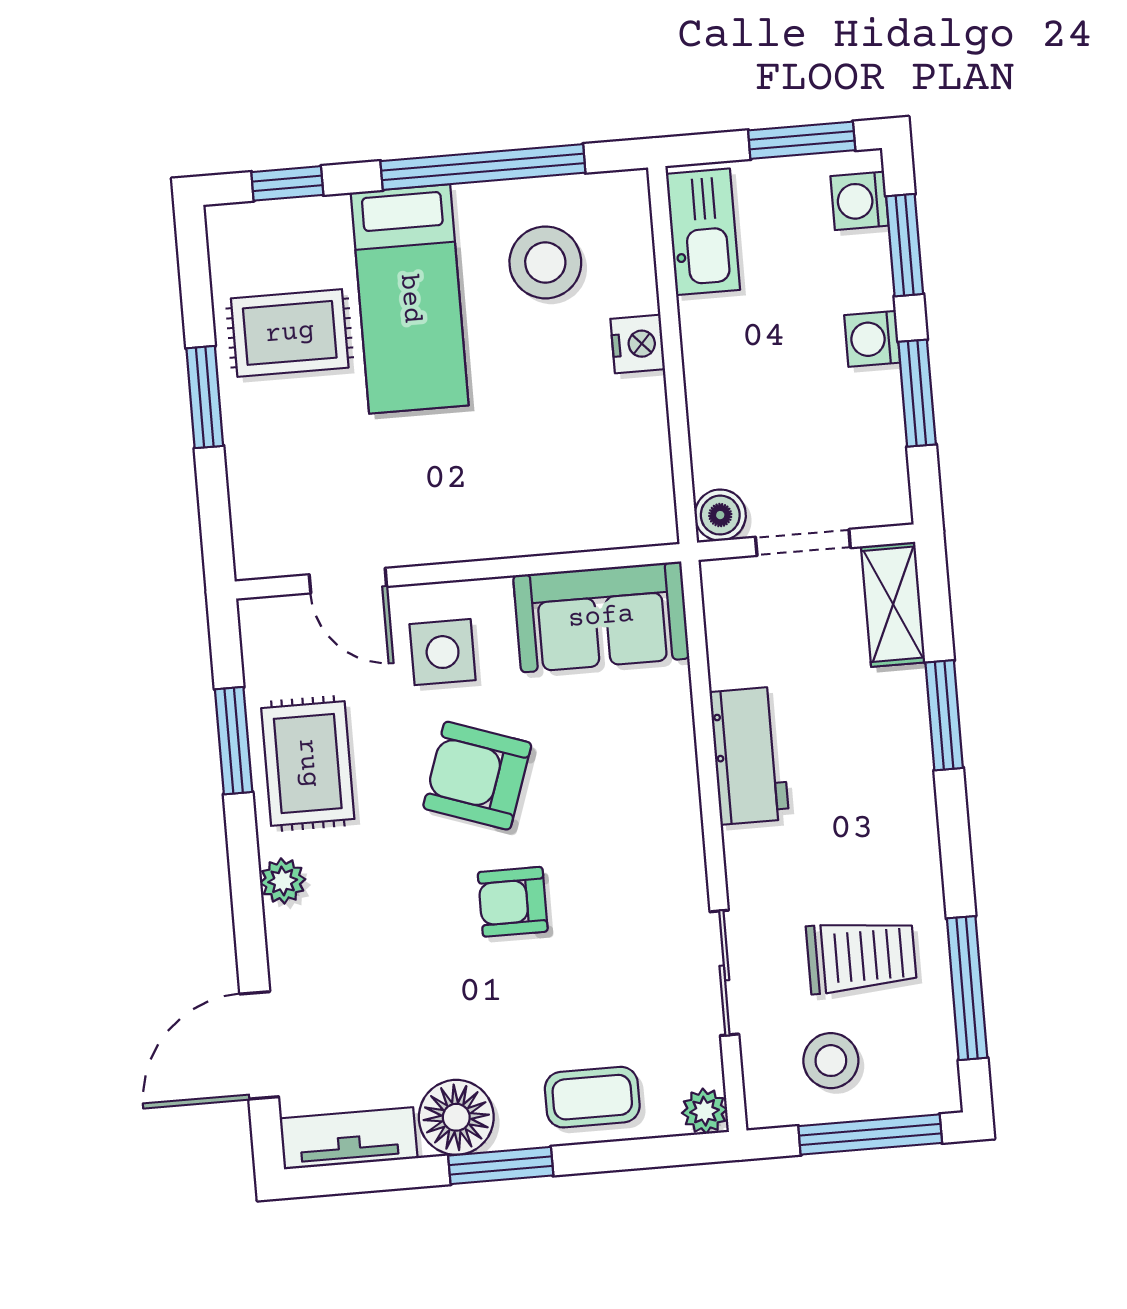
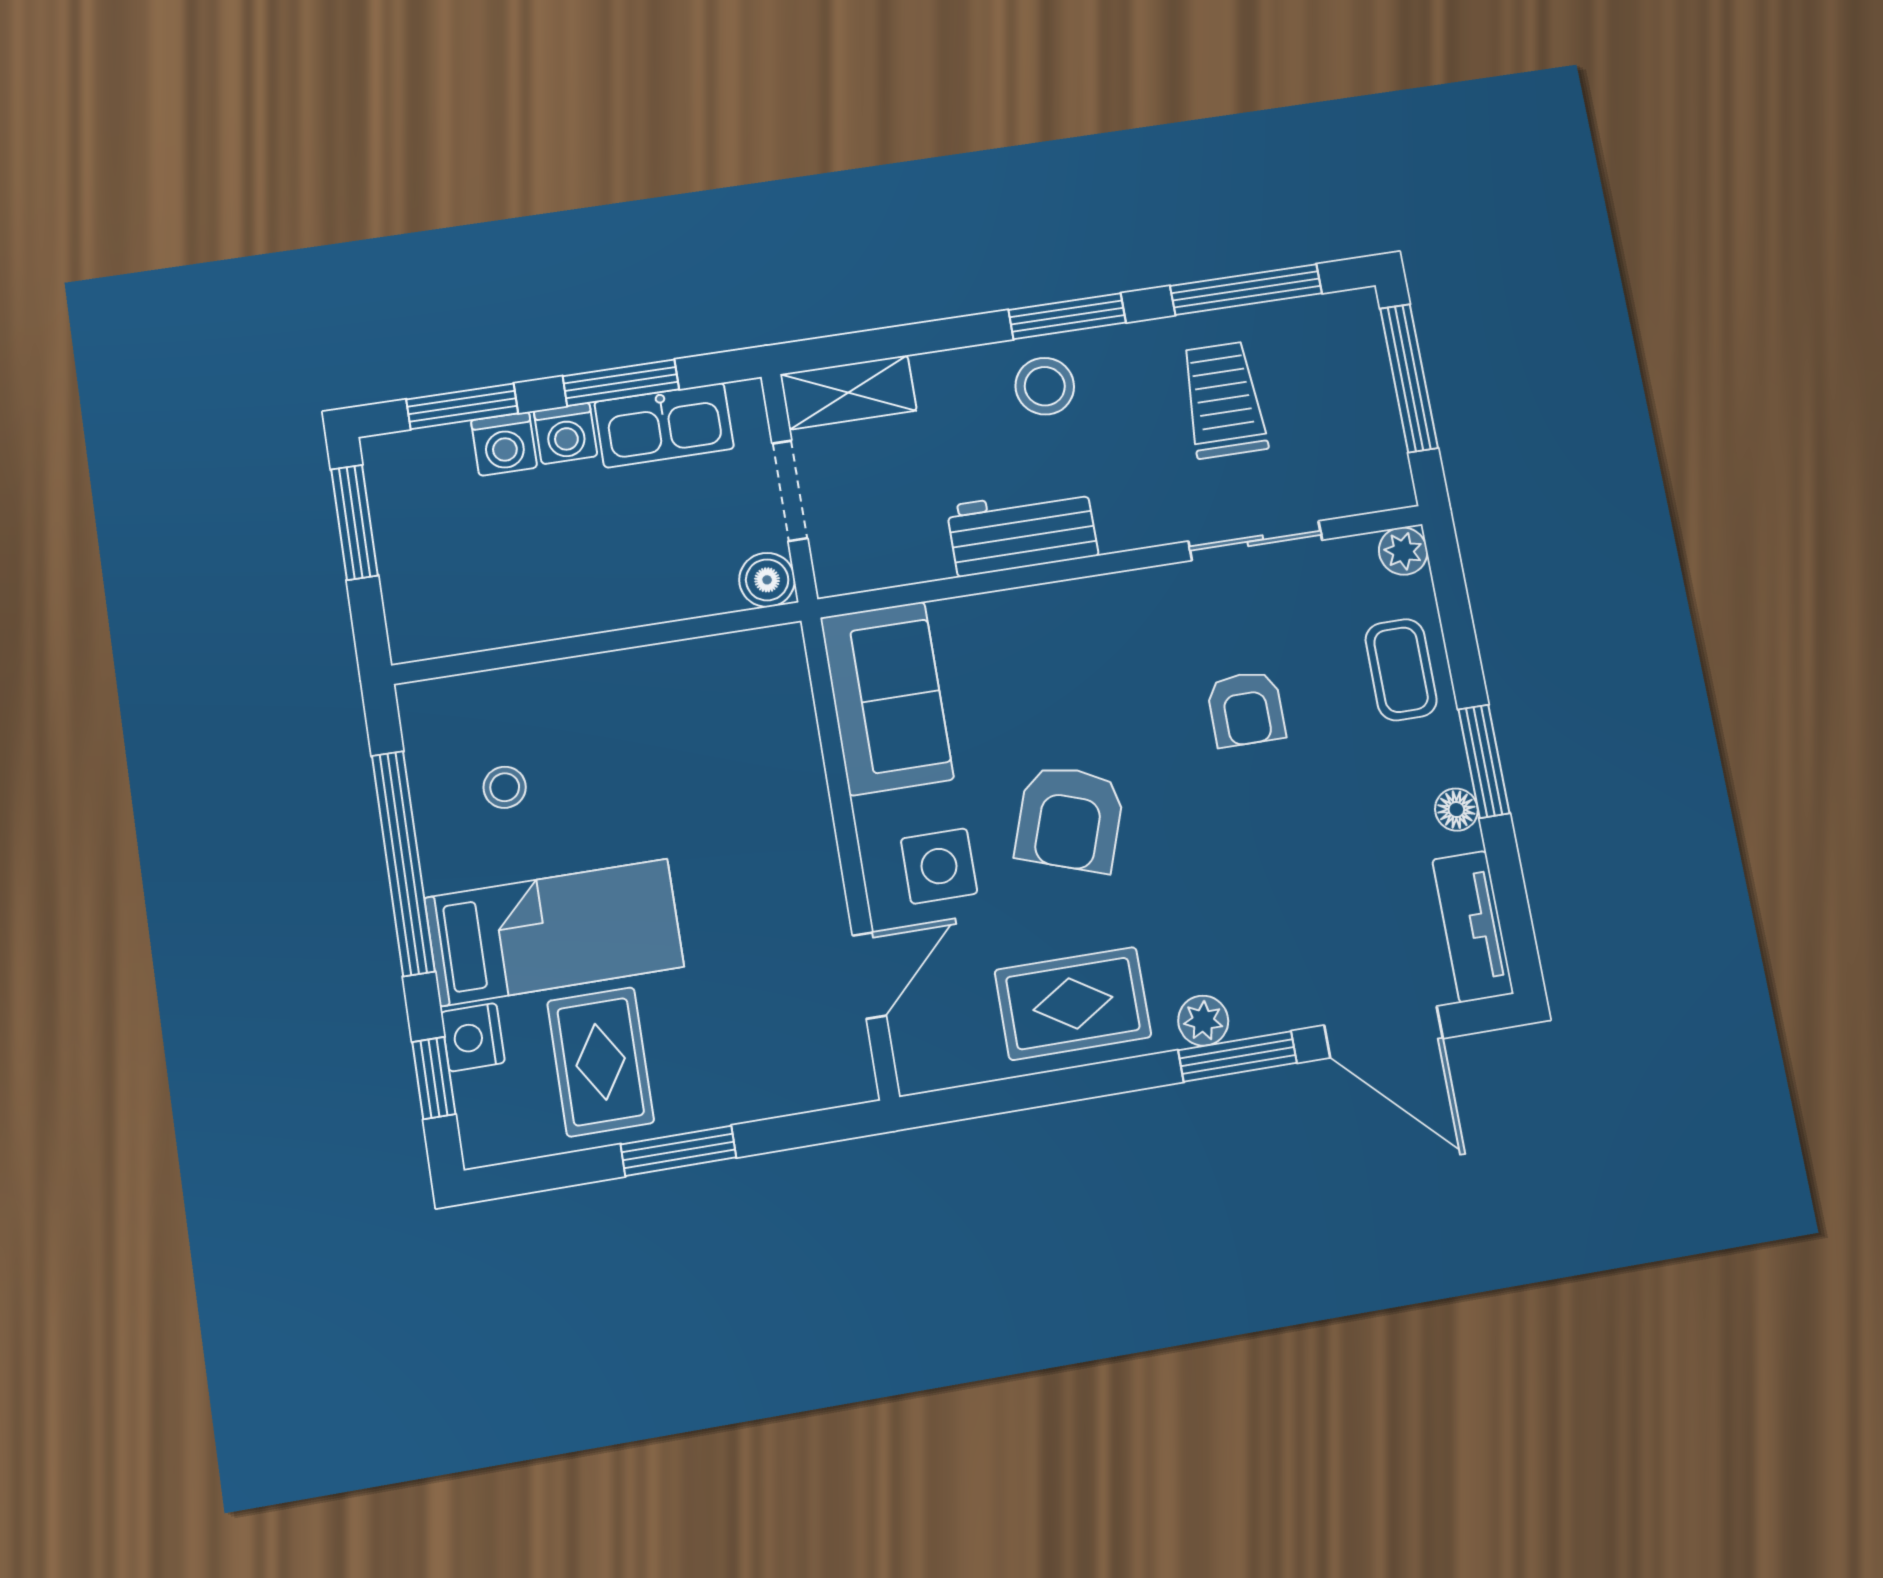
washing machine: (859, 201) -> (504, 444), moved
kitchen sink: (703, 232) -> (664, 425), moved, turned 180
stool: (545, 262) -> (505, 787), width x0.53, depth x0.53
nightstand: (638, 344) -> (473, 1037), moved, turned -90
window: (944, 715) -> (1067, 316), moved
window: (234, 741) -> (1237, 1057), moved
armchair: (513, 902) -> (1246, 709), moved
stool: (831, 1061) -> (1045, 386), moved
floor lamp: (456, 1117) -> (1456, 810), width x0.53, depth x0.53

